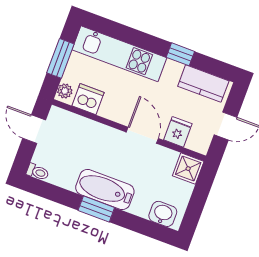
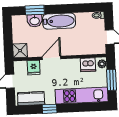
door: (142, 135) -> (51, 58), swing flipped
window: (96, 209) -> (35, 10), moved
washbasin: (163, 214) -> (35, 21), moved

